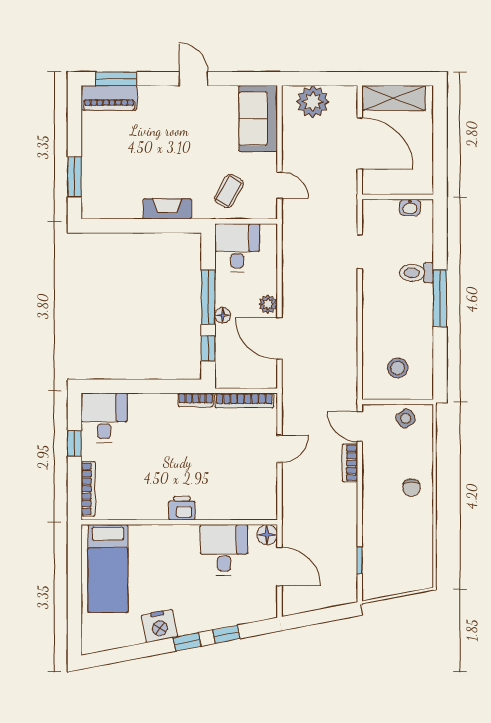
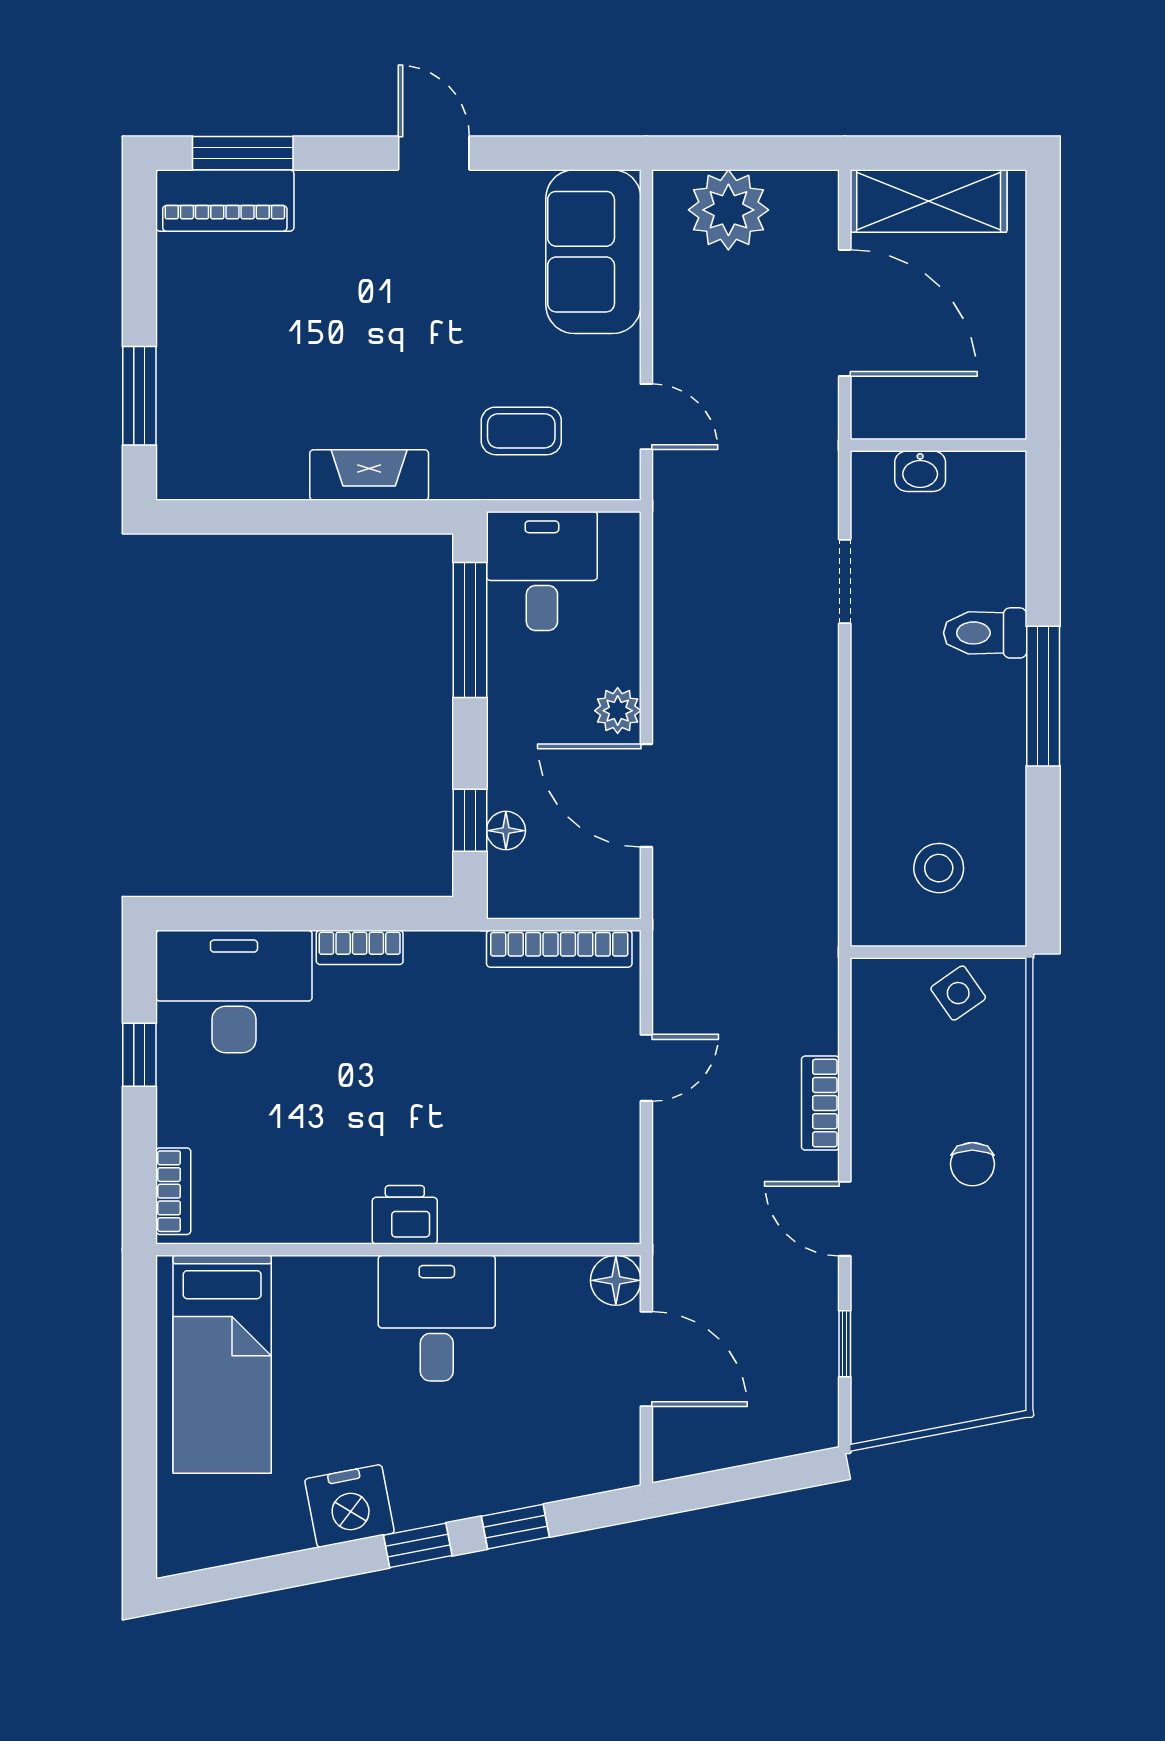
coffee table: (229, 191) -> (521, 431), turned 61
washbasin: (410, 207) -> (920, 471), moved
window: (208, 297) -> (470, 630), moved
floor lamp: (223, 315) -> (506, 831), moved
bookcase: (196, 400) -> (360, 947), moved
desk: (104, 418) -> (234, 991), width x1.37
door: (360, 427) -> (845, 1219), moved
bookcase: (88, 489) -> (173, 1191), width x0.64
desk: (224, 550) -> (437, 1318), moved

